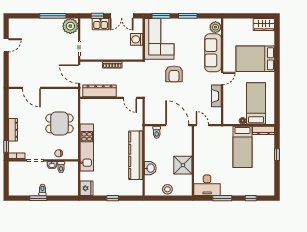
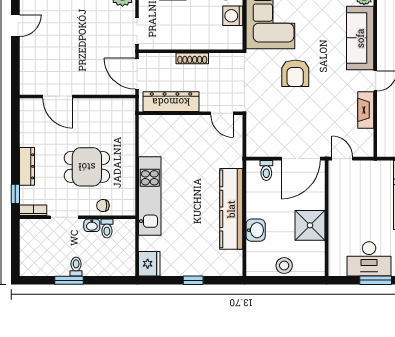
dining table: (59, 123) -> (87, 167), moved
door: (177, 125) -> (301, 159), swing flipped
desk: (207, 185) -> (369, 259), moved

